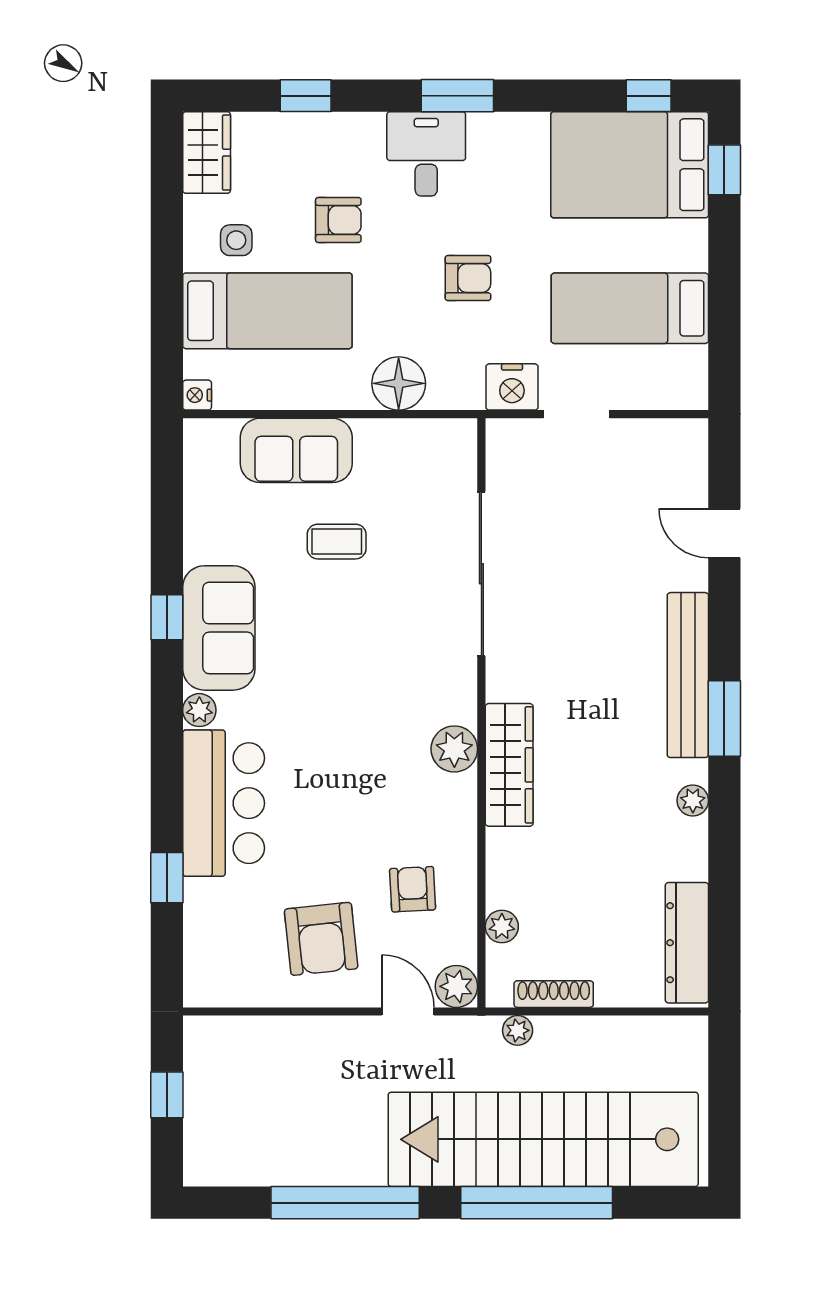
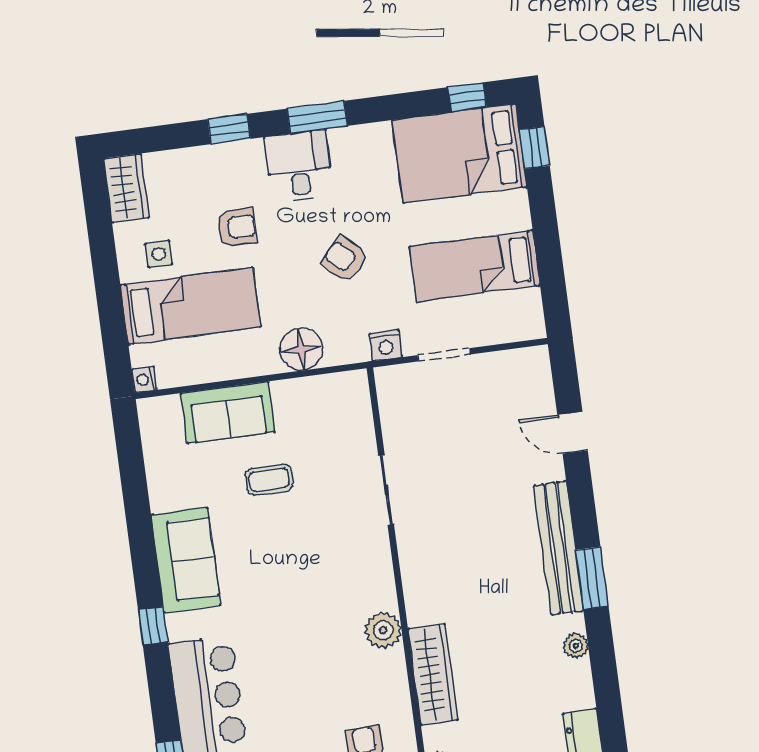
window: (306, 96) -> (229, 129), moved
armchair: (468, 278) -> (345, 259), turned -138
nightstand: (512, 387) -> (386, 345), width x0.74, depth x0.75
sliding door: (481, 574) -> (386, 490), width x0.54
window: (167, 617) -> (153, 626), moved
plant: (199, 710) -> (179, 626), removed
wardrobe: (509, 765) -> (433, 674), moved

